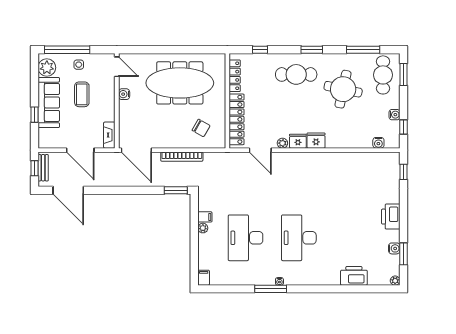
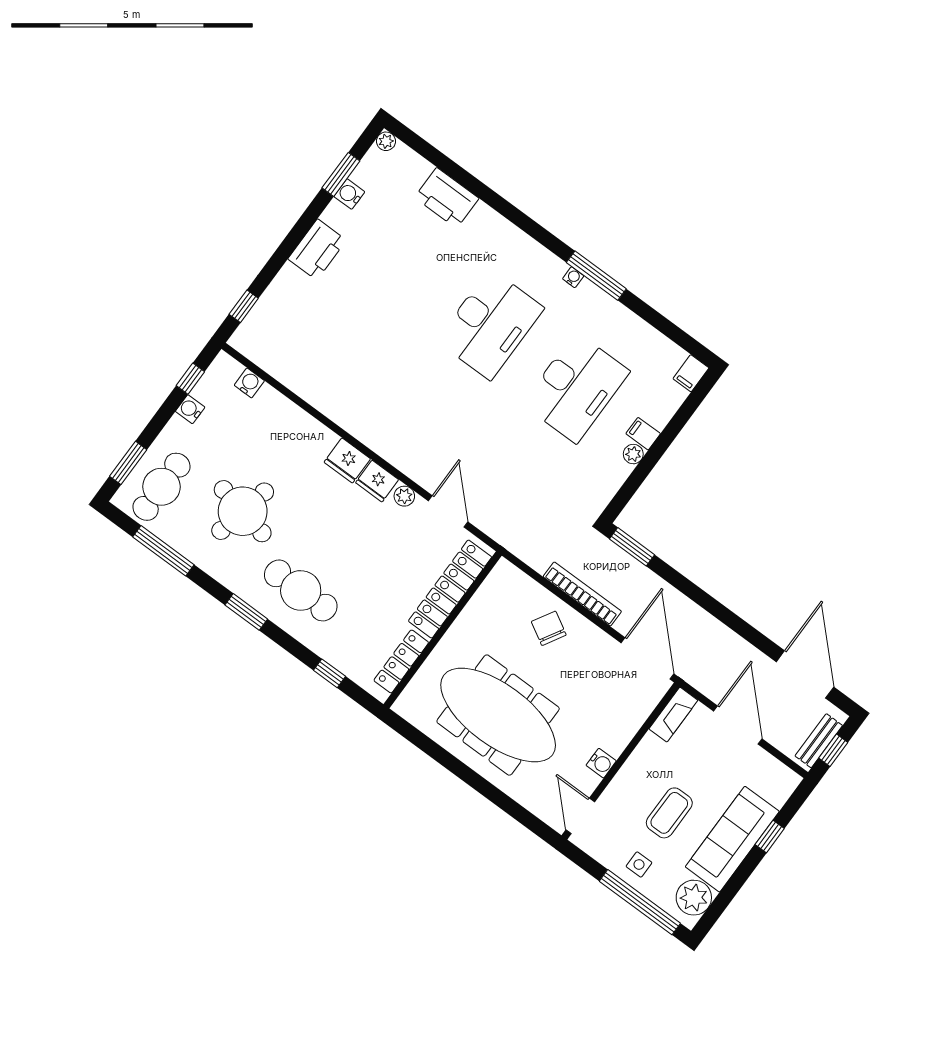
chair: (201, 128) -> (549, 628), moved
filing cabinet: (205, 217) -> (643, 434), moved

